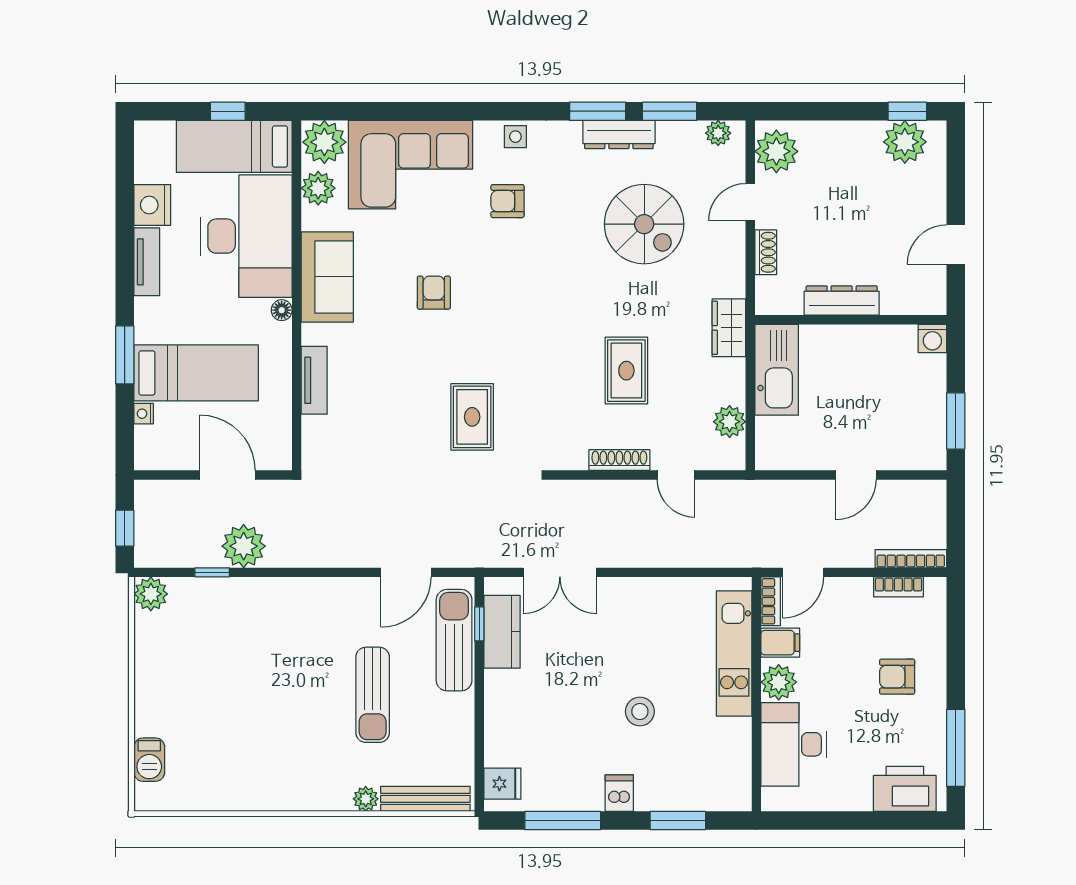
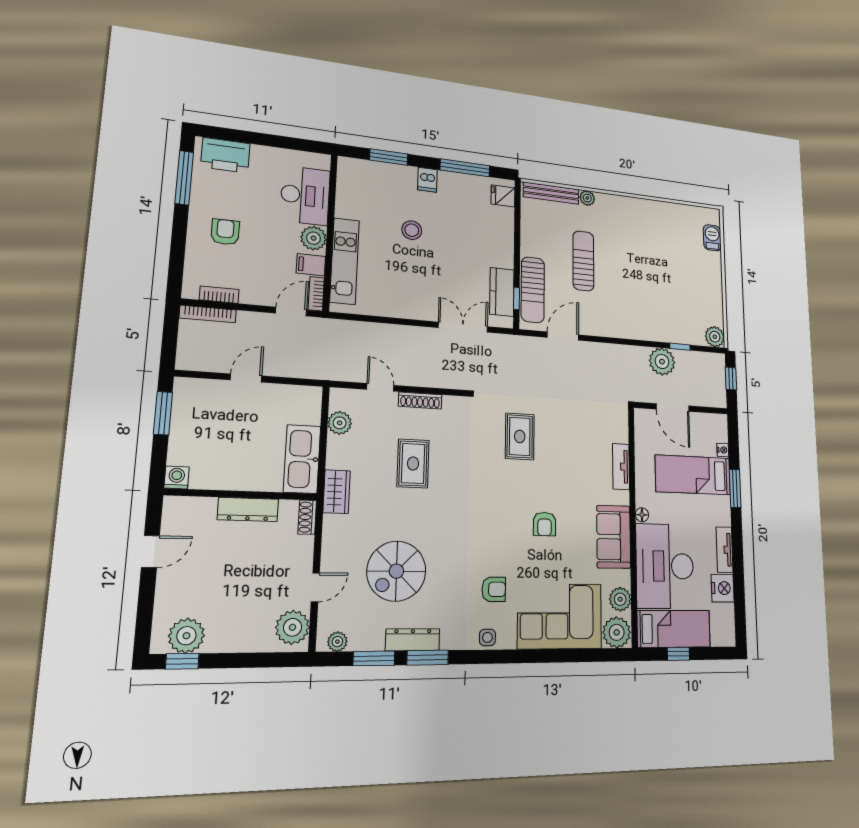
spiral stairs: (644, 224) -> (396, 571), turned -90
shoe rack: (766, 252) -> (307, 517), moved
armchair: (897, 677) -> (225, 232), turned -90

